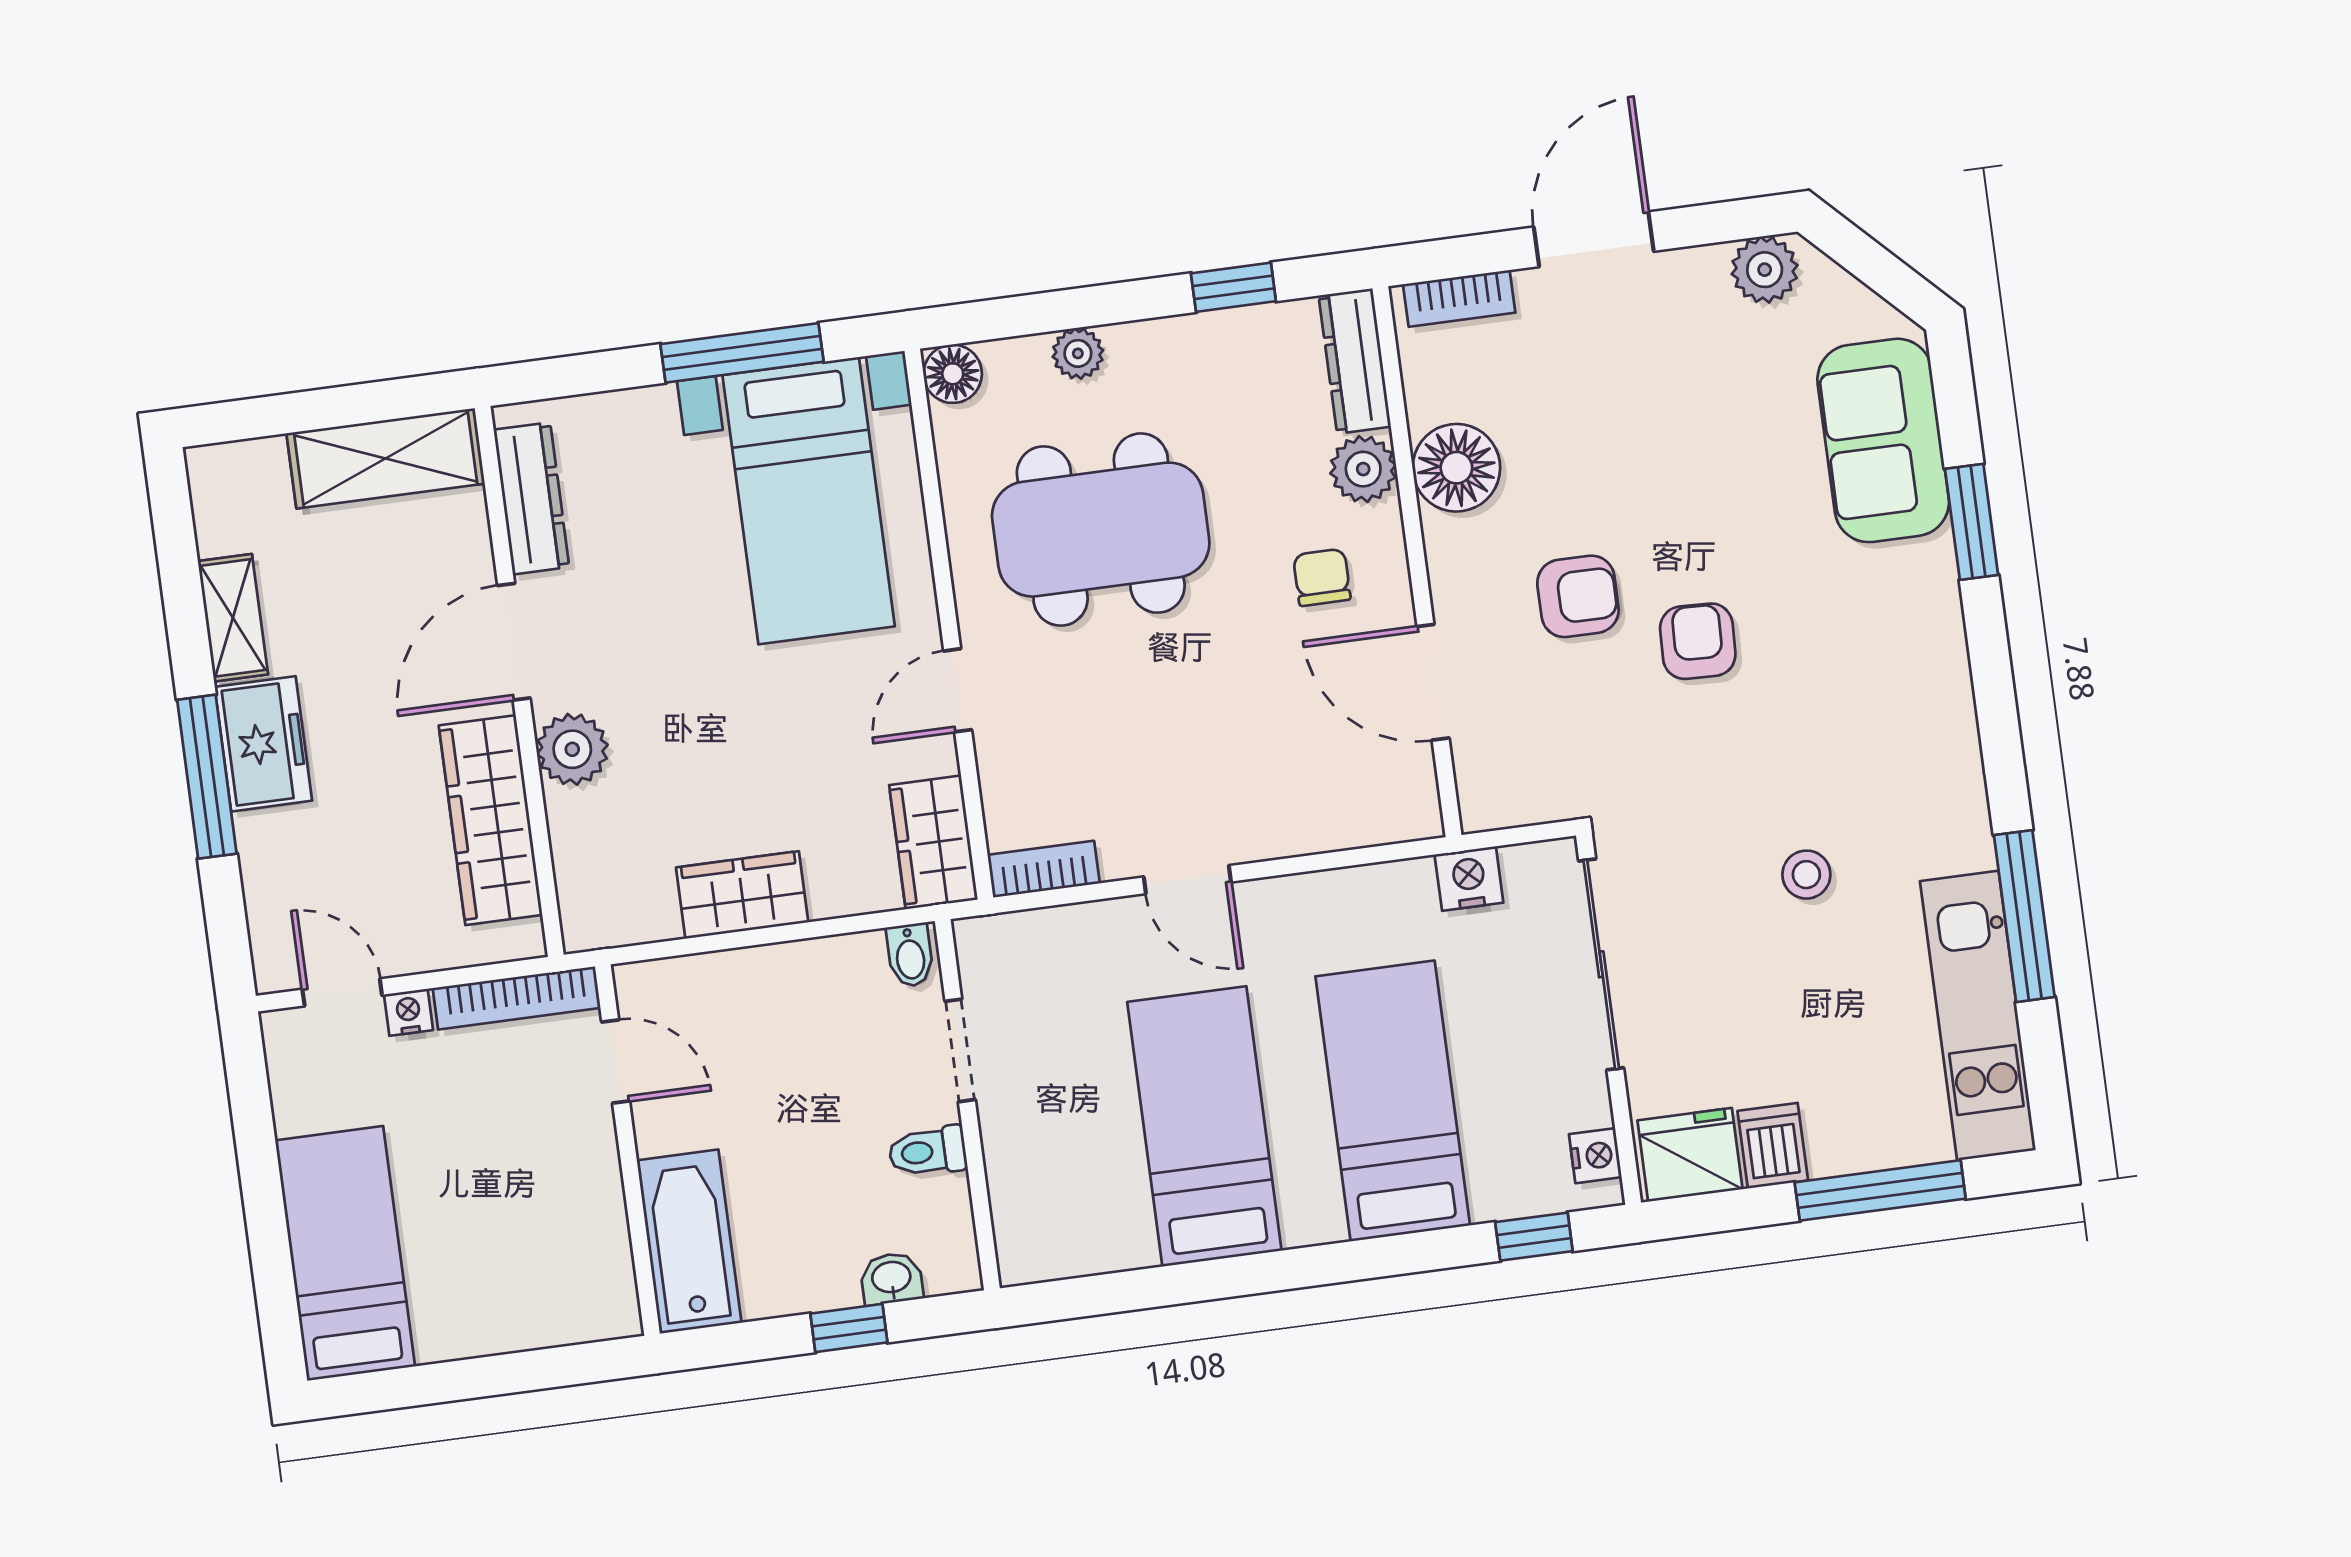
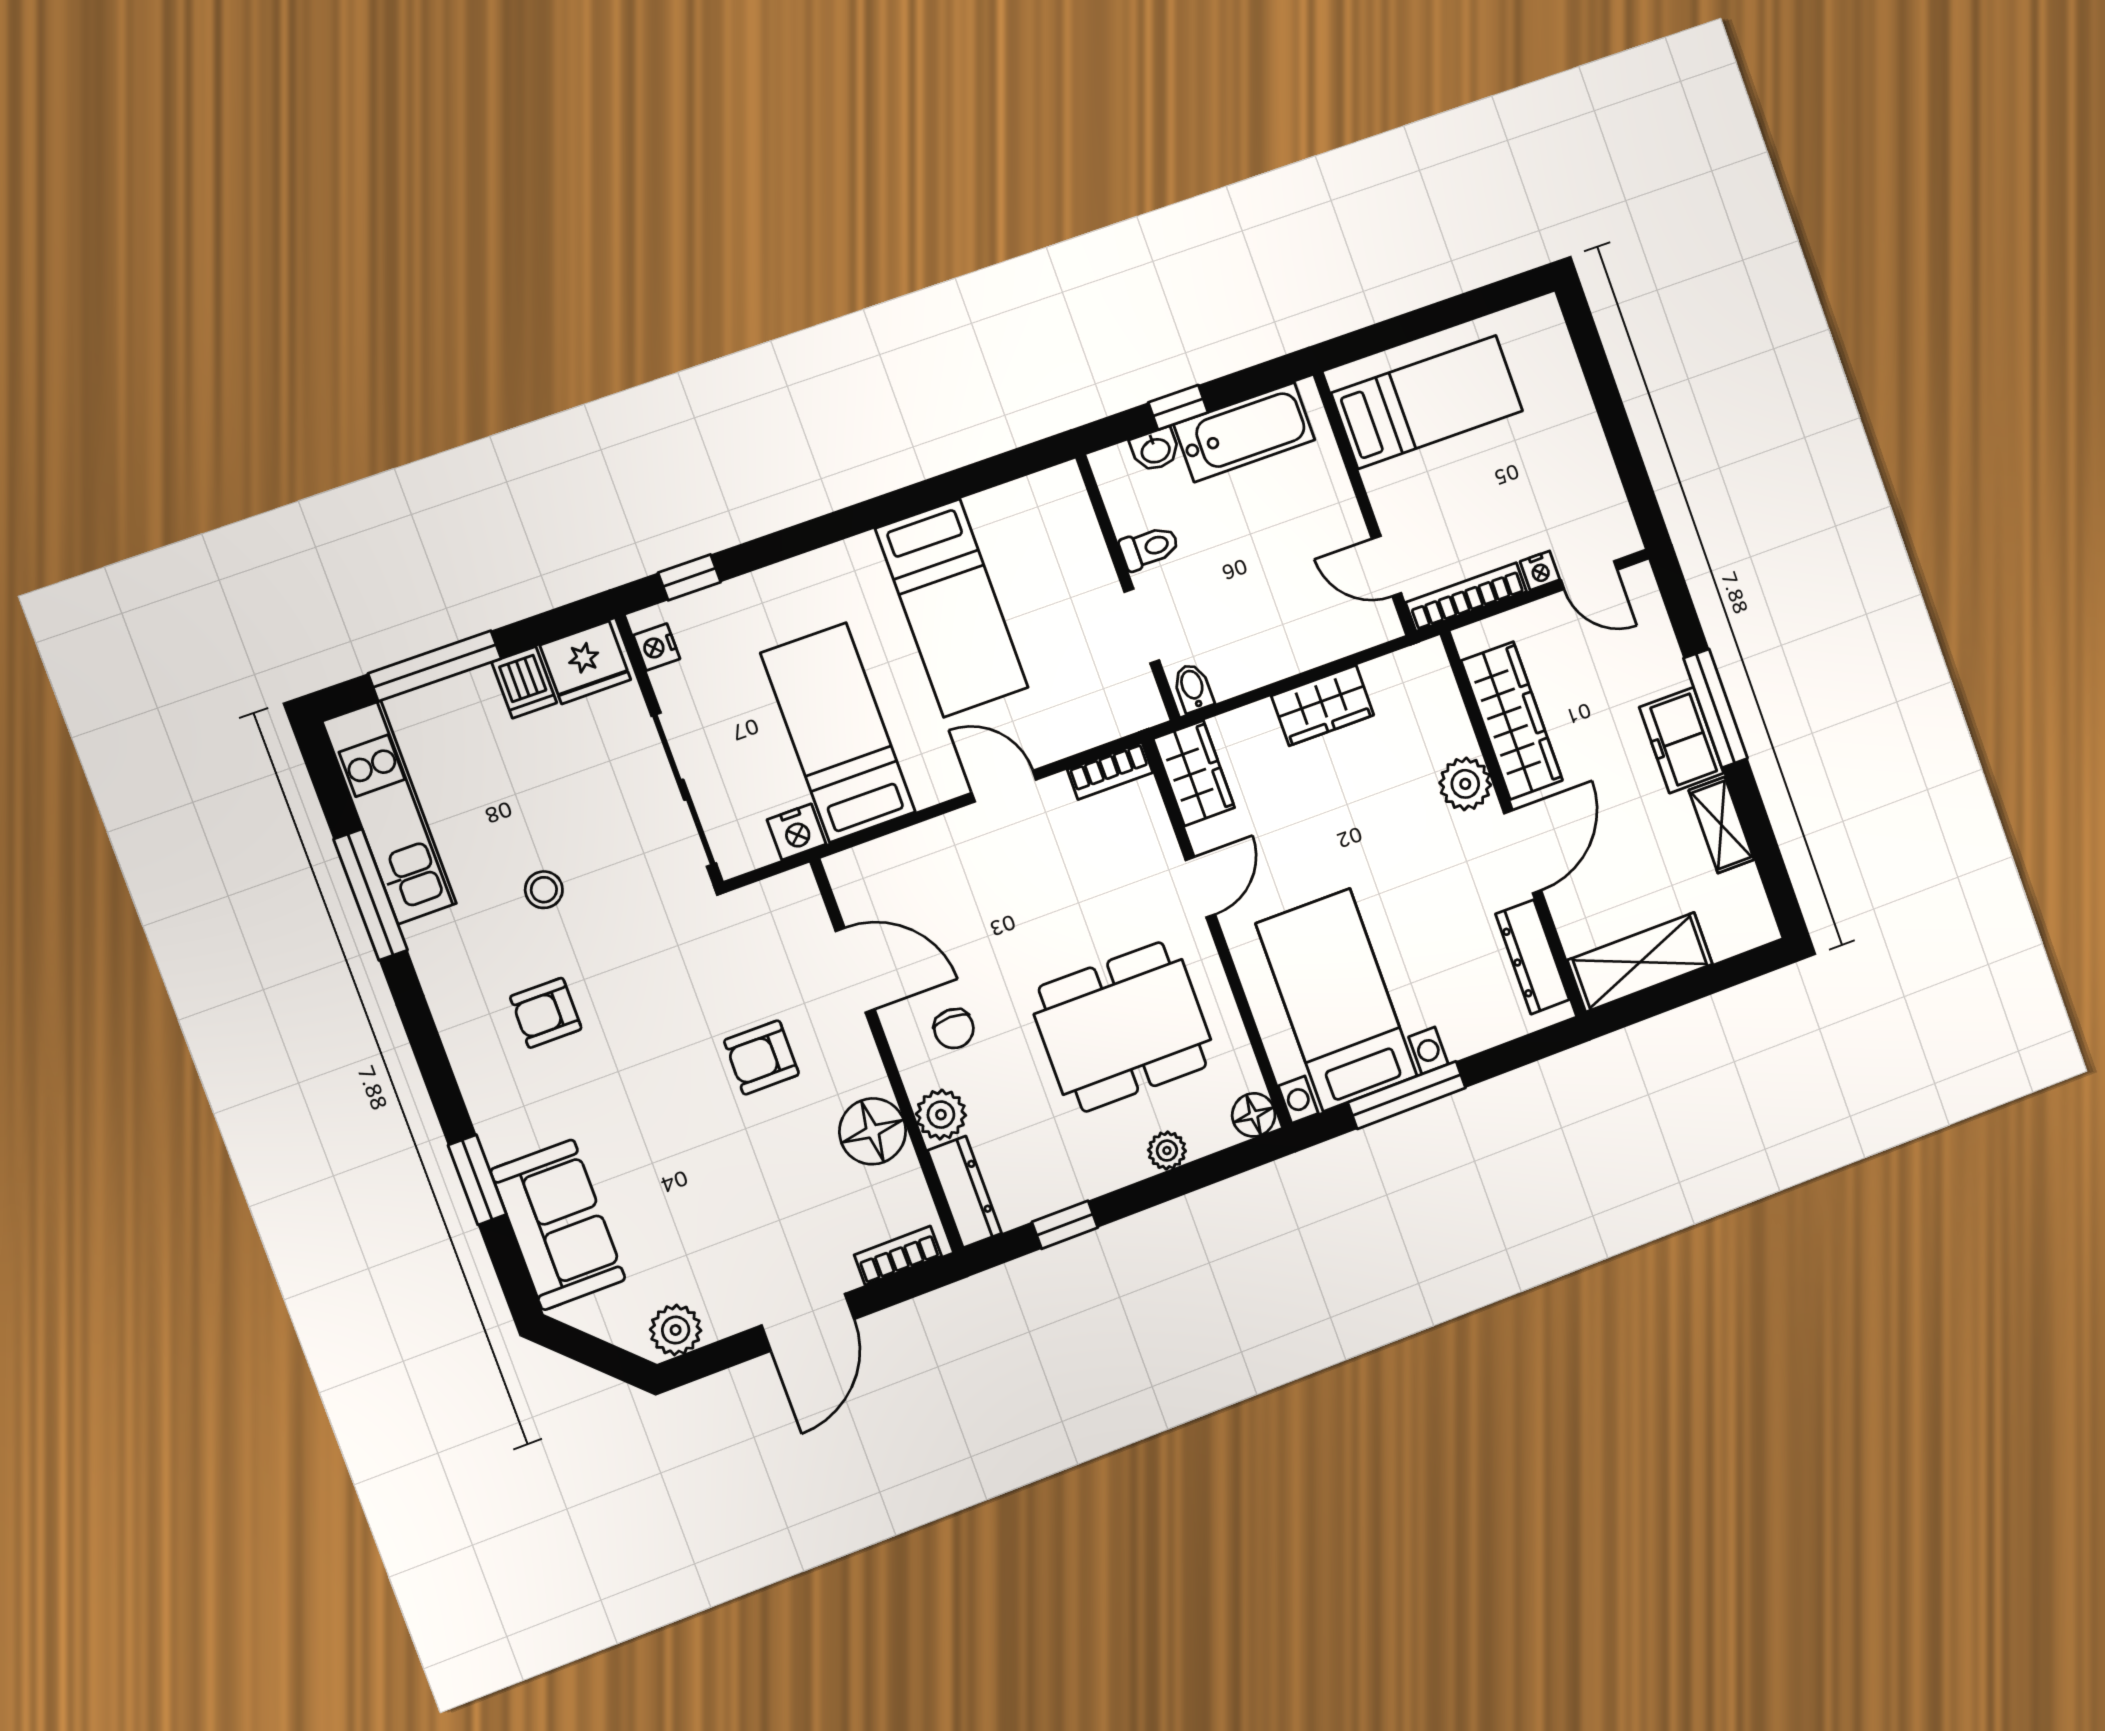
armchair: (1698, 641) -> (546, 1013), moved, turned 88
bed: (1393, 1101) -> (838, 733), moved, turned 180
bathtub: (689, 1242) -> (1244, 432), moved, turned -90
bed: (345, 1253) -> (1427, 402), moved, turned -90

